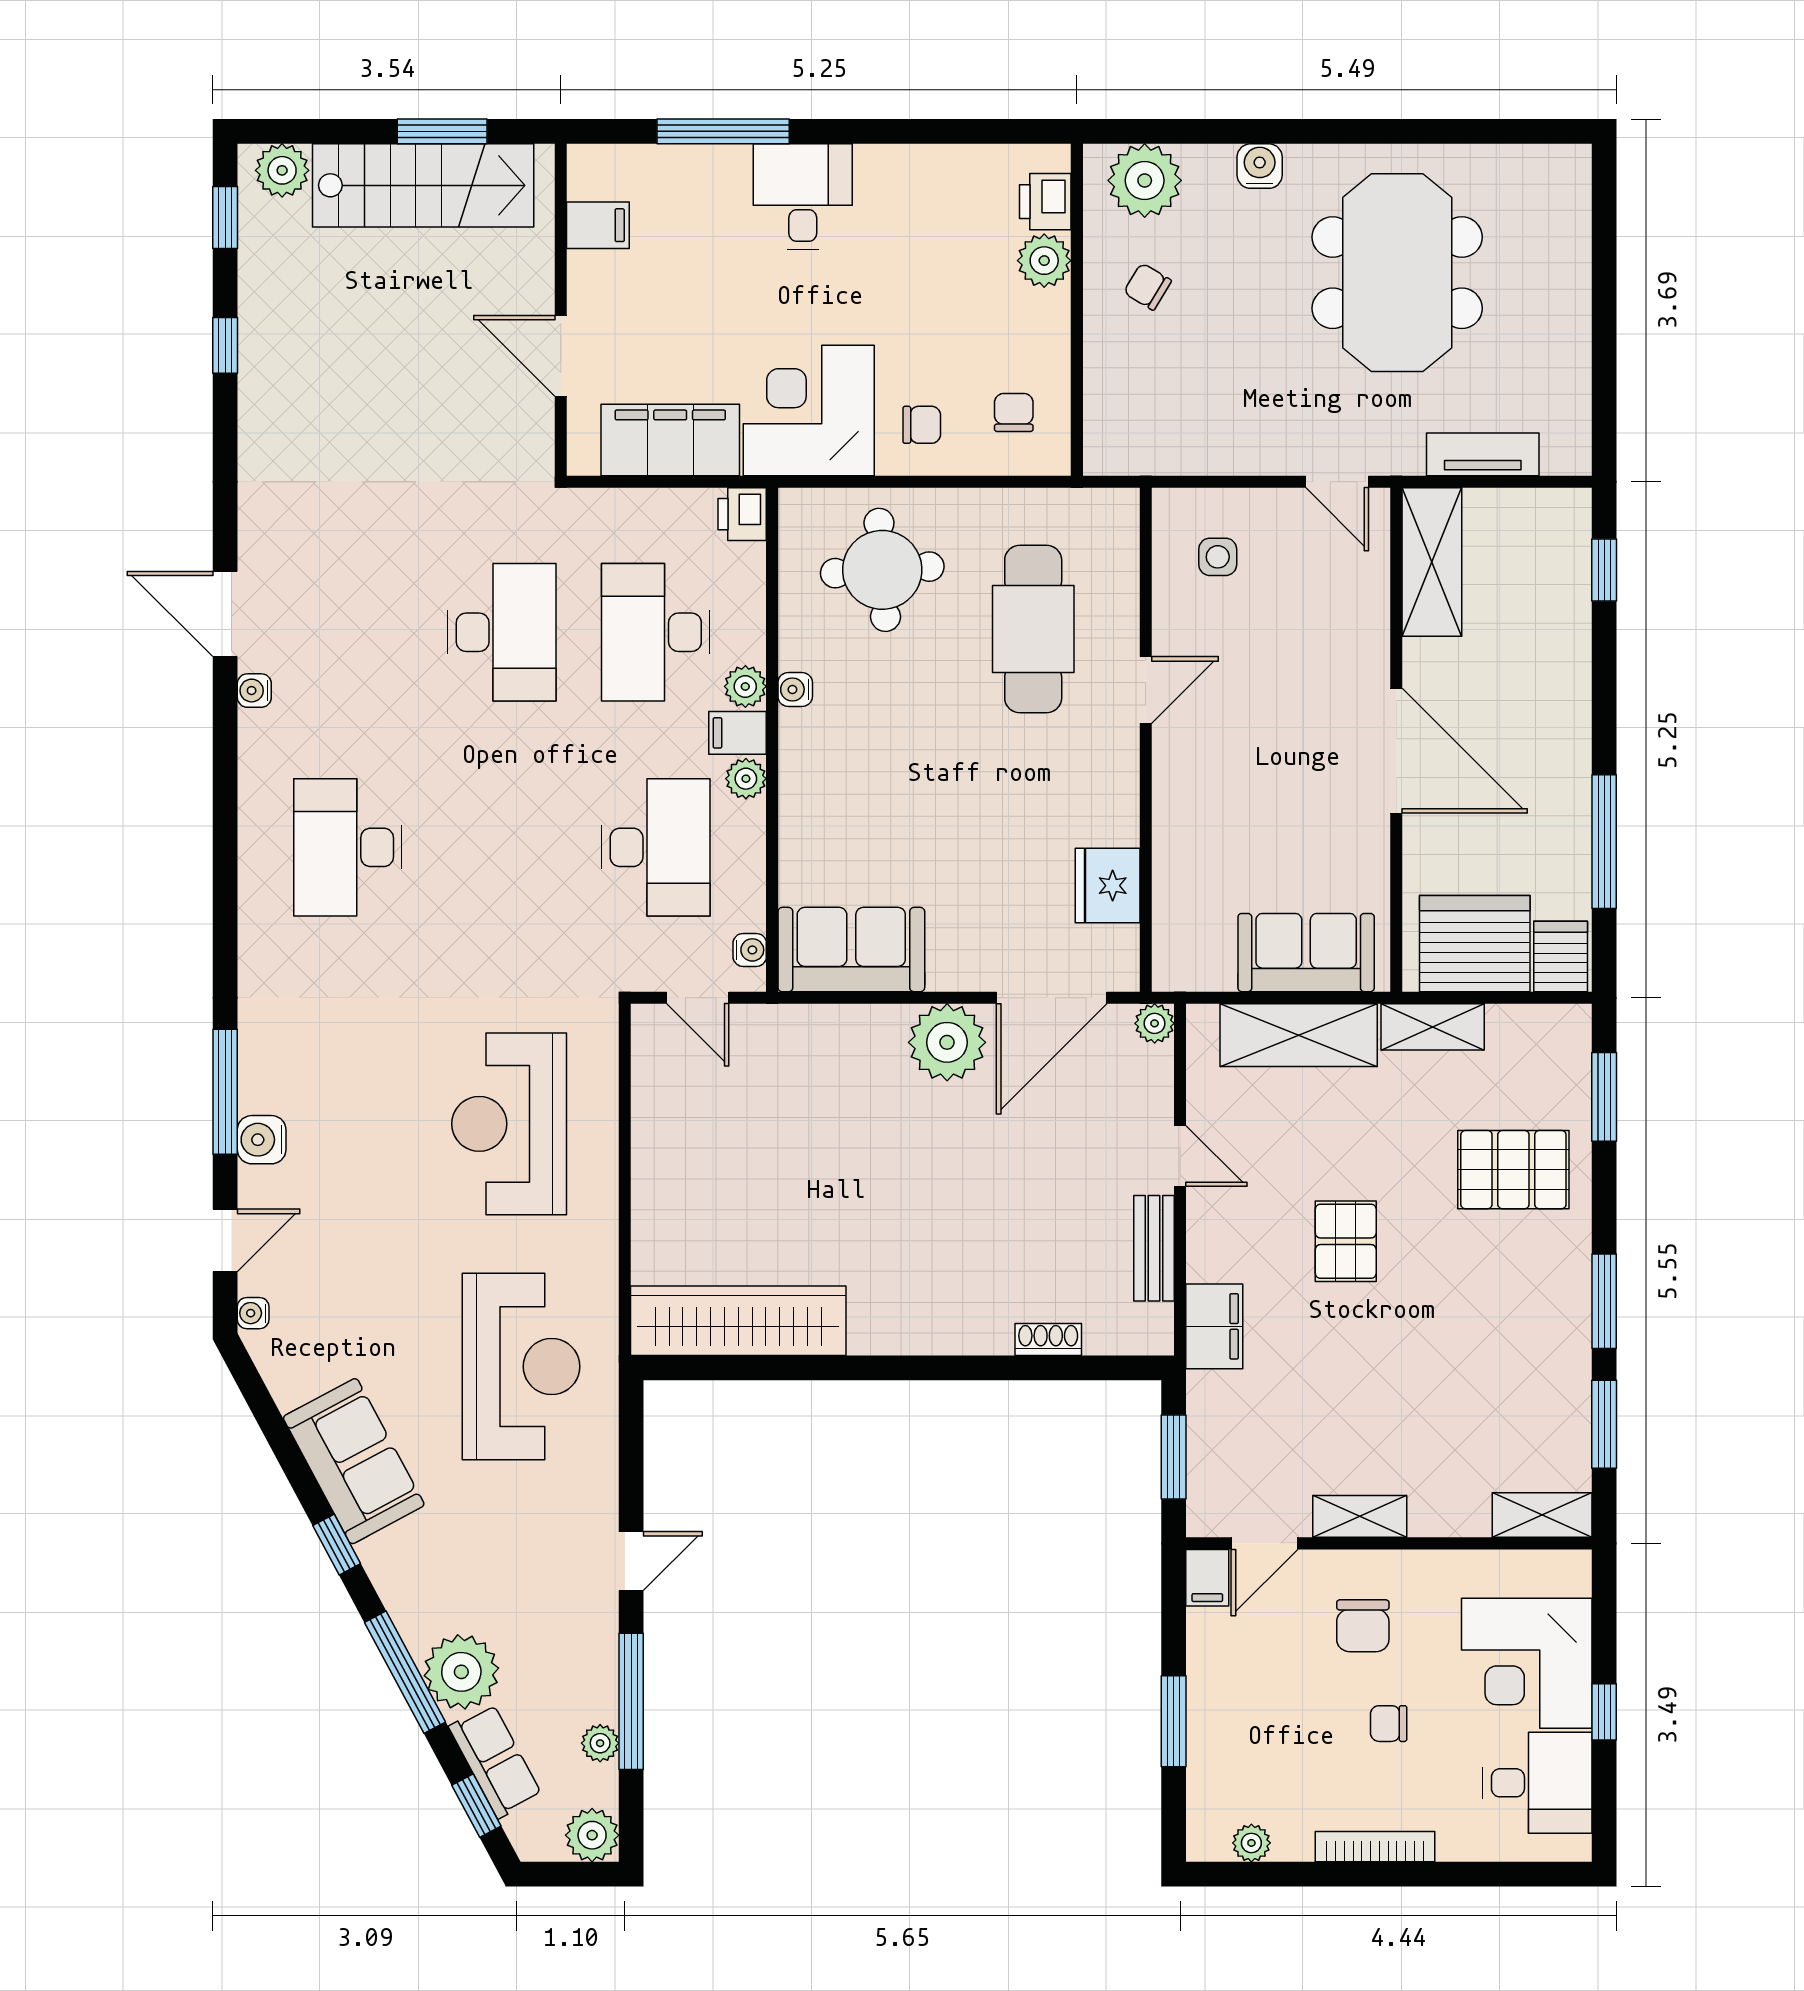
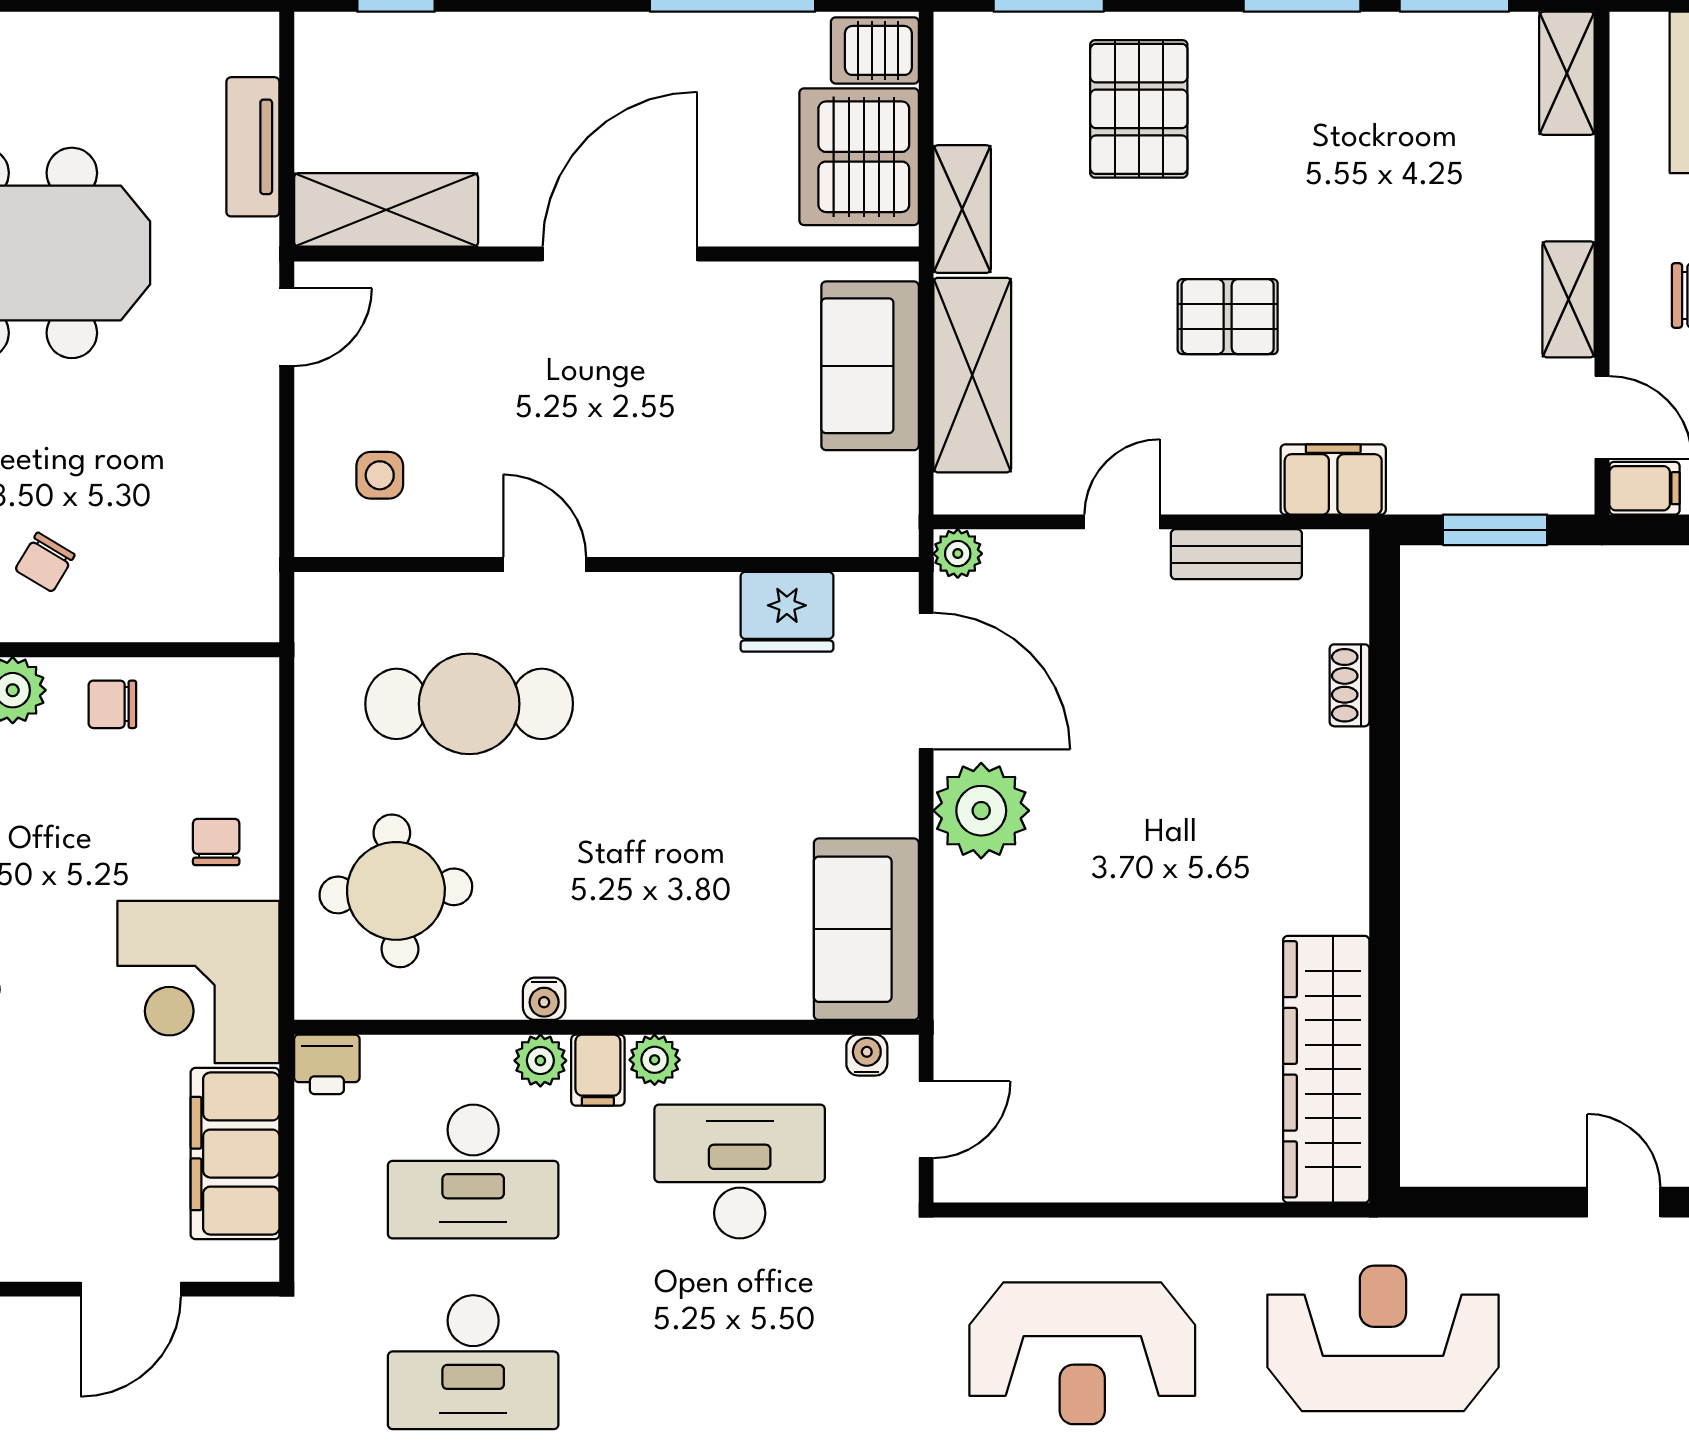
chair: (1014, 412) -> (112, 704), moved
desk: (502, 632) -> (473, 1362), turned 180

